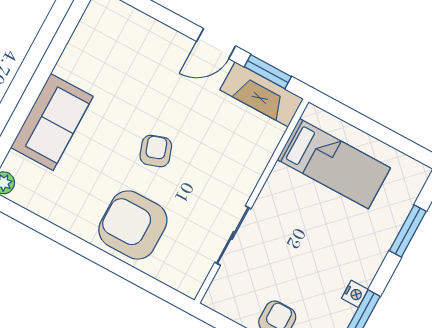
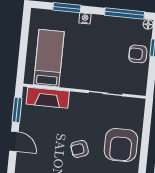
fireplace: (262, 94) -> (48, 98), moved, turned 90
nightstand: (355, 294) -> (85, 18), moved

